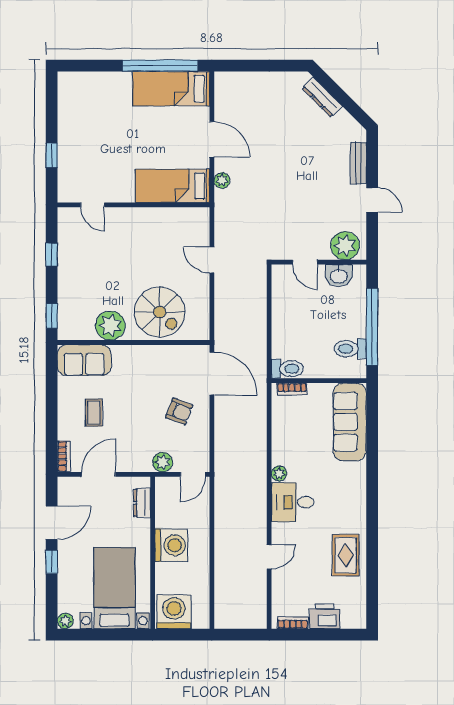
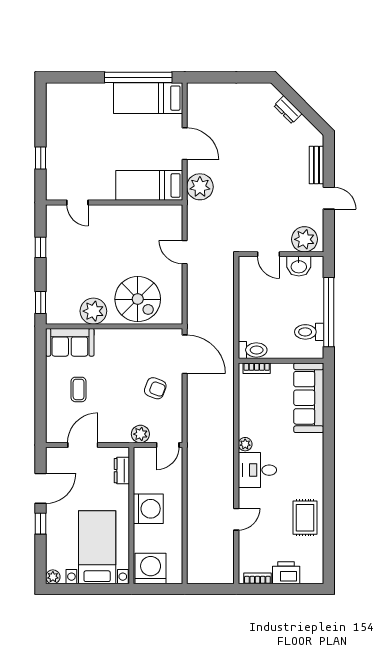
dresser: (322, 97) -> (288, 110), width x0.70
plant: (222, 180) -> (200, 187), width x1.87, depth x1.87
bookcase: (64, 456) -> (51, 429), removed

